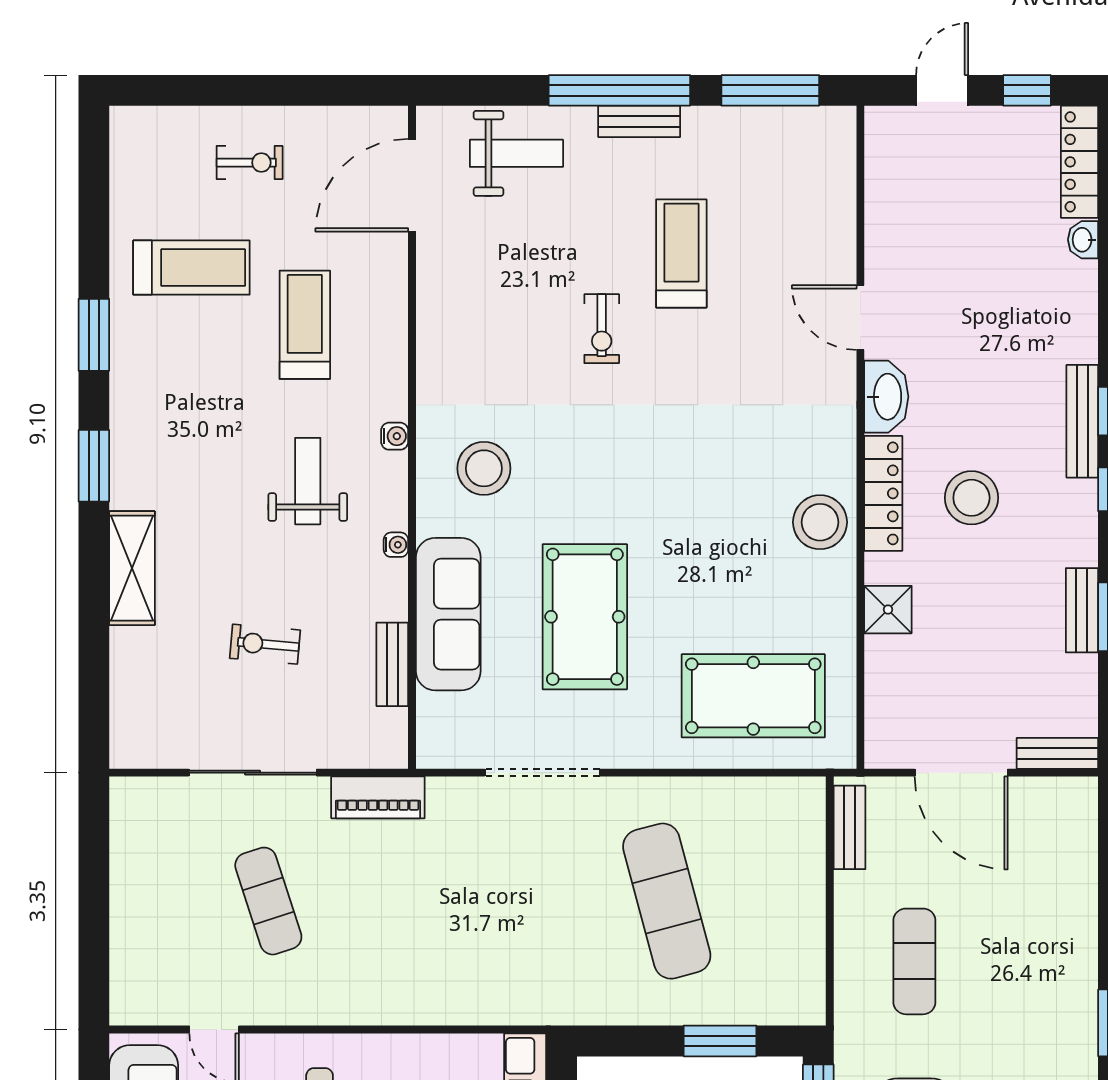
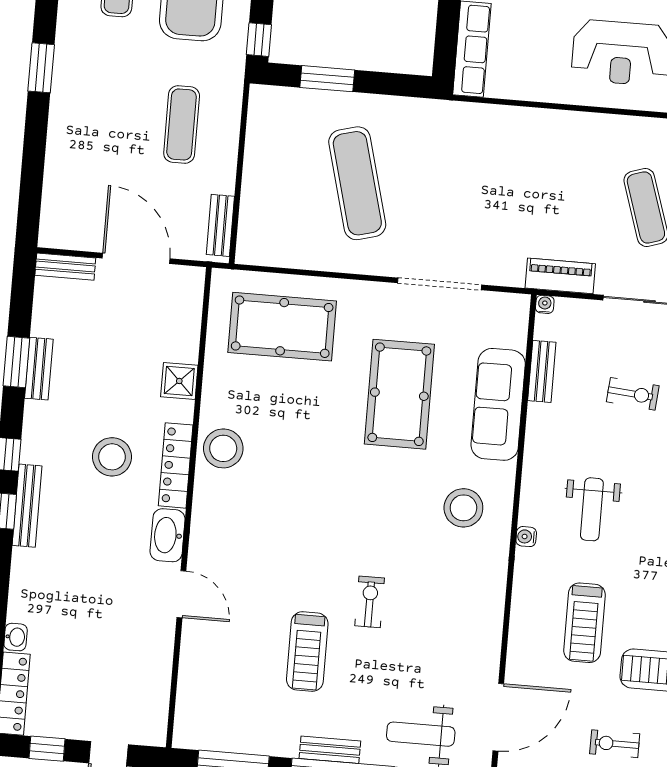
water cooler: (396, 545) -> (545, 304), moved, turned 90

